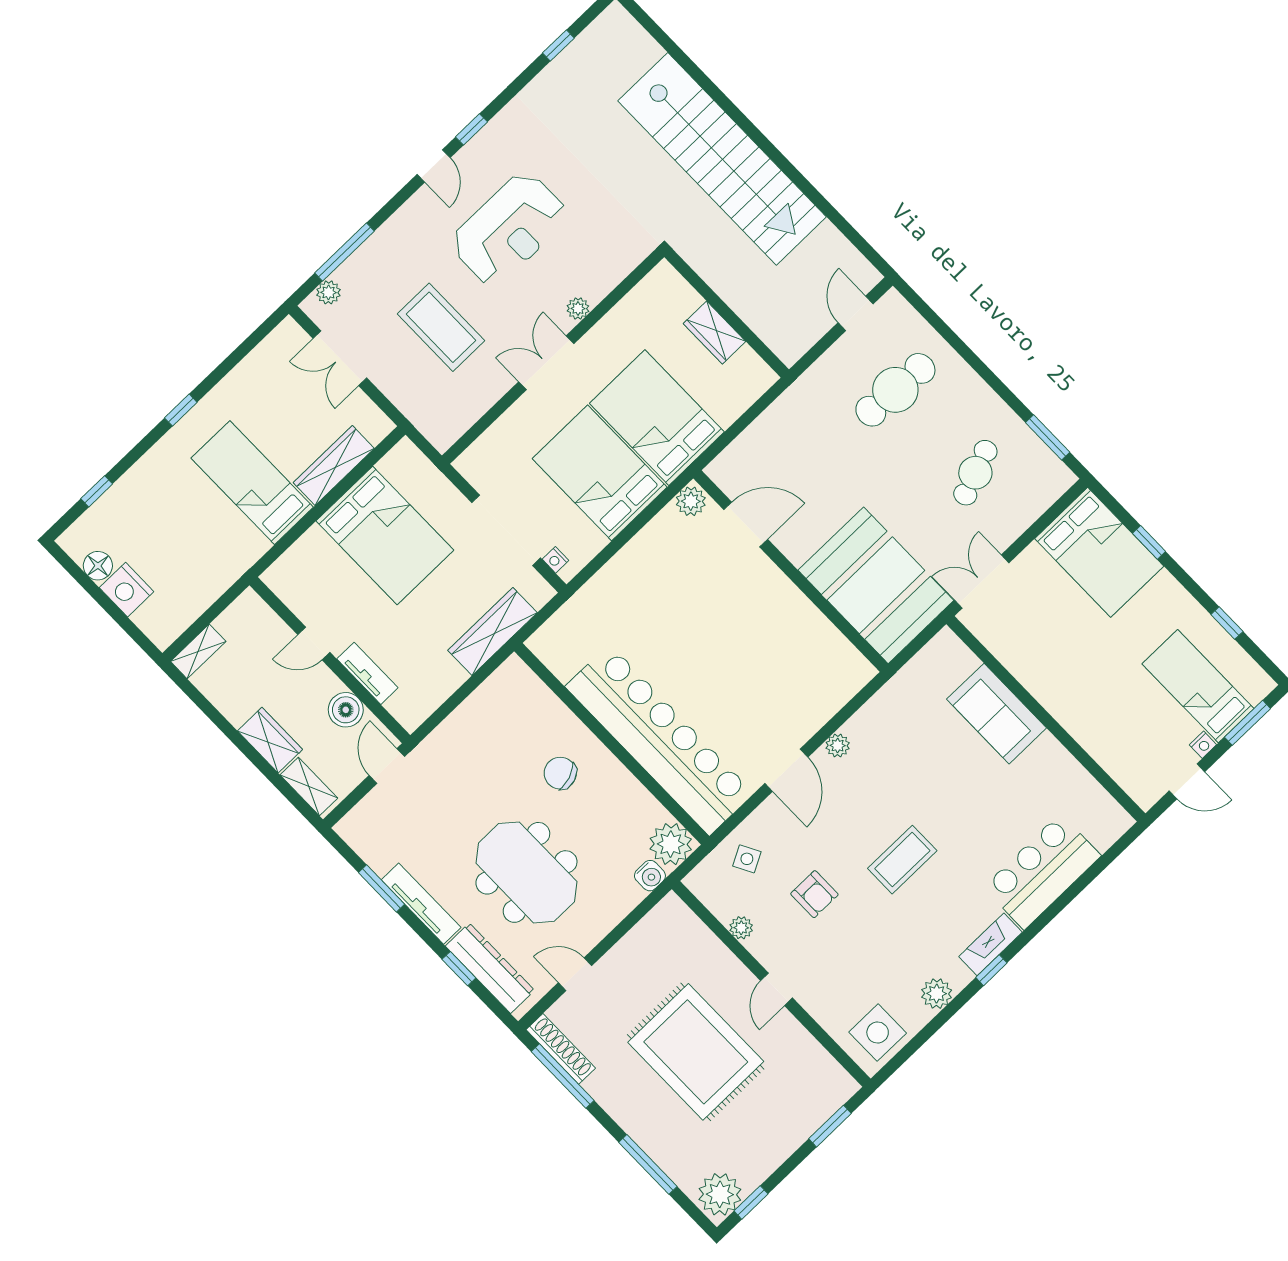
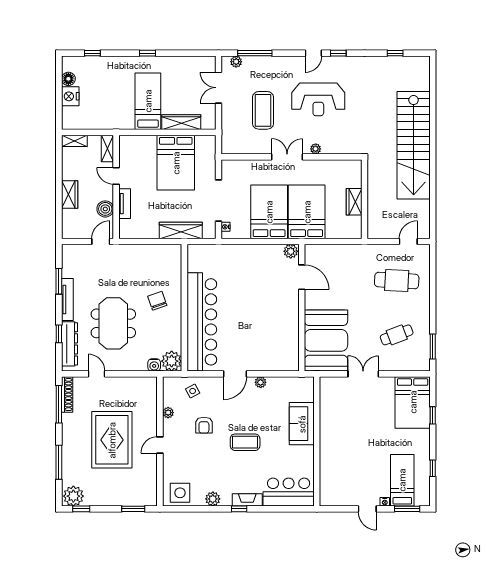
sofa: (997, 714) -> (302, 424), moved
wall: (1046, 719) -> (317, 441), moved
shelving: (309, 786) -> (107, 149), moved

